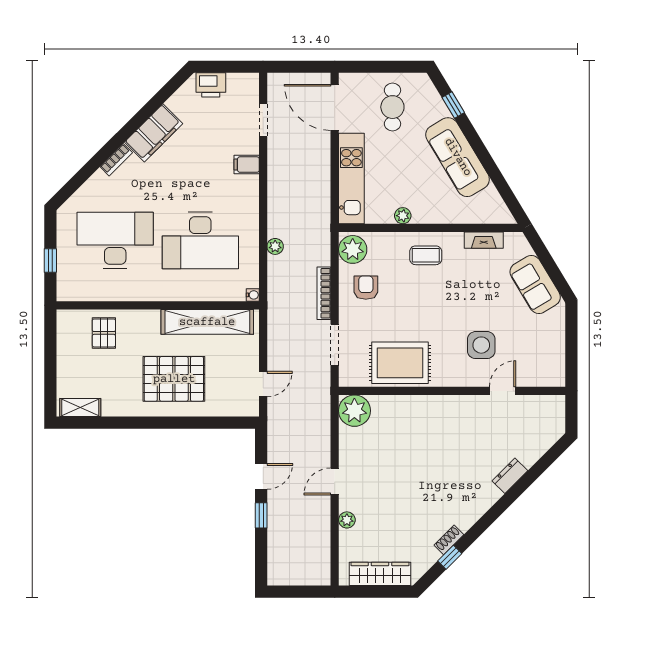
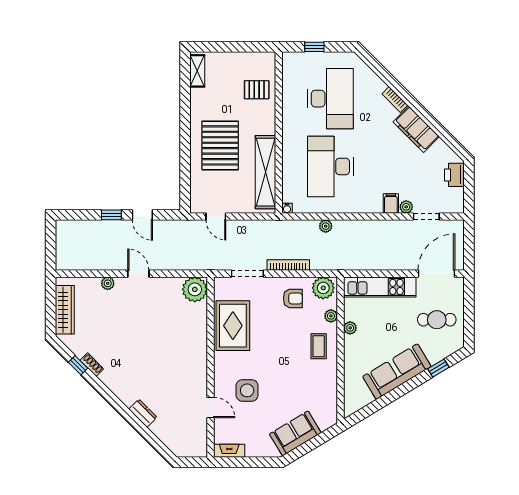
plant: (251, 145) -> (406, 207), added
plant: (388, 240) -> (331, 316), added
fireplace: (484, 240) -> (229, 451), moved, turned 90

